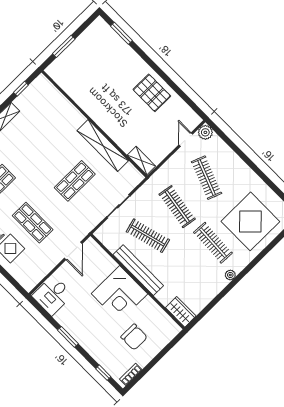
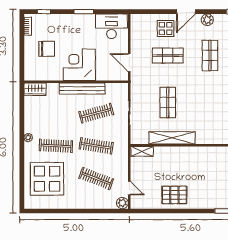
desk: (53, 295) -> (112, 26), width x1.37
chair: (134, 337) -> (47, 49), turned 180

